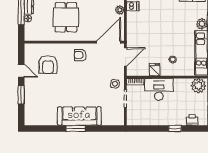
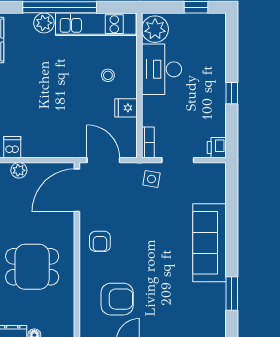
door: (109, 42) -> (77, 190), hinge flipped
desk: (159, 89) -> (162, 69), moved
printer: (192, 120) -> (217, 148), moved
window: (76, 128) -> (232, 293), moved
window: (175, 128) -> (232, 93), moved

